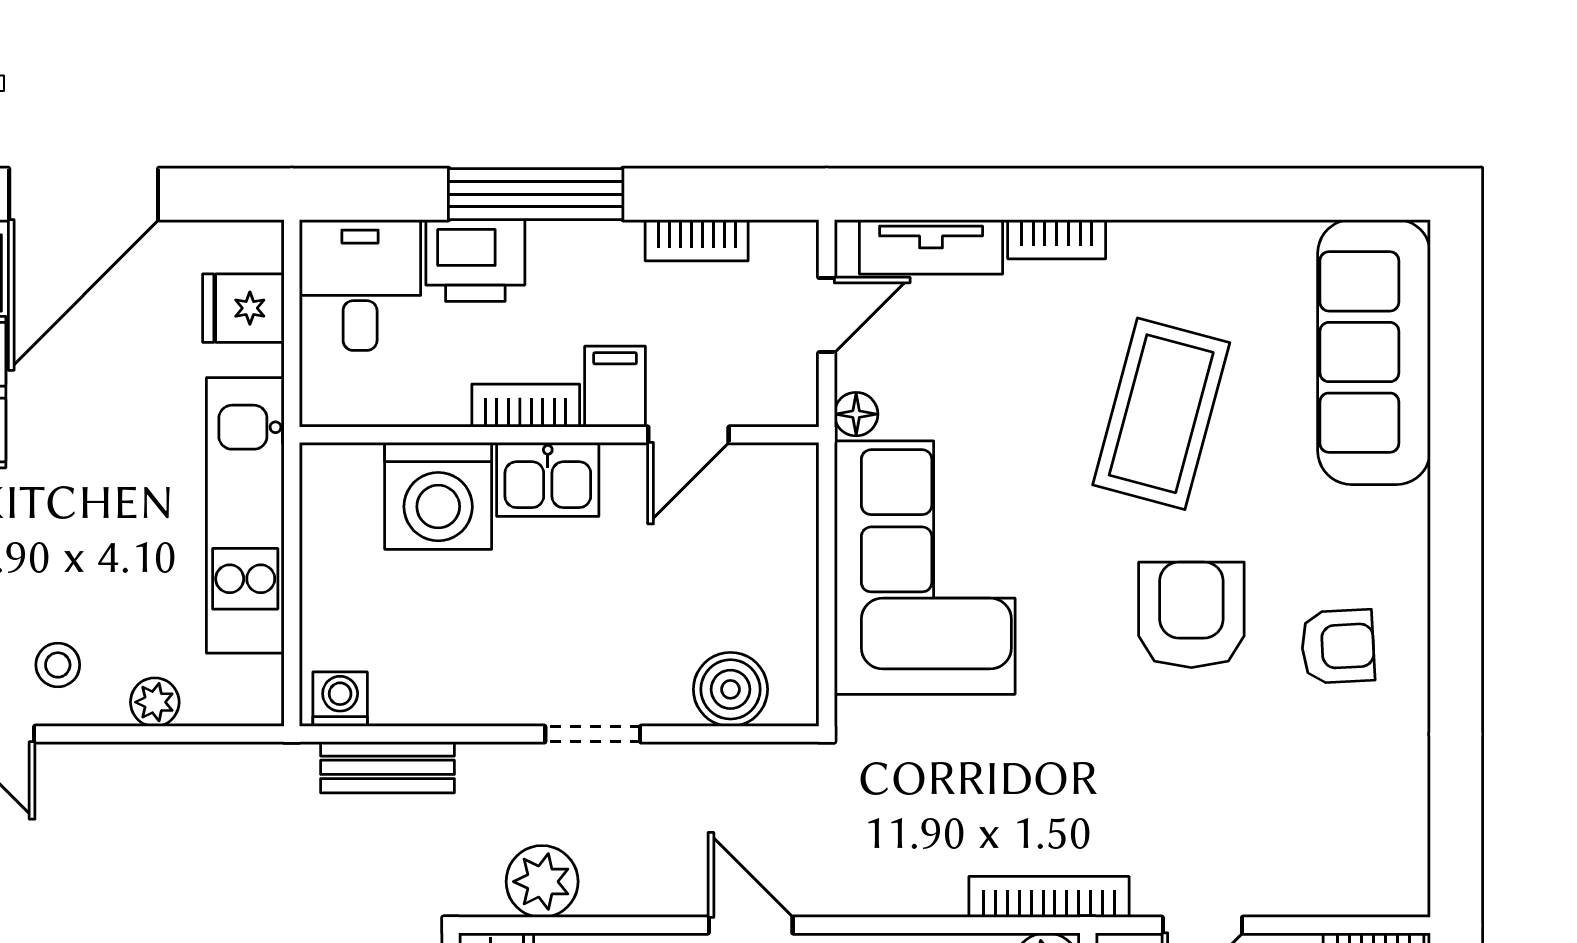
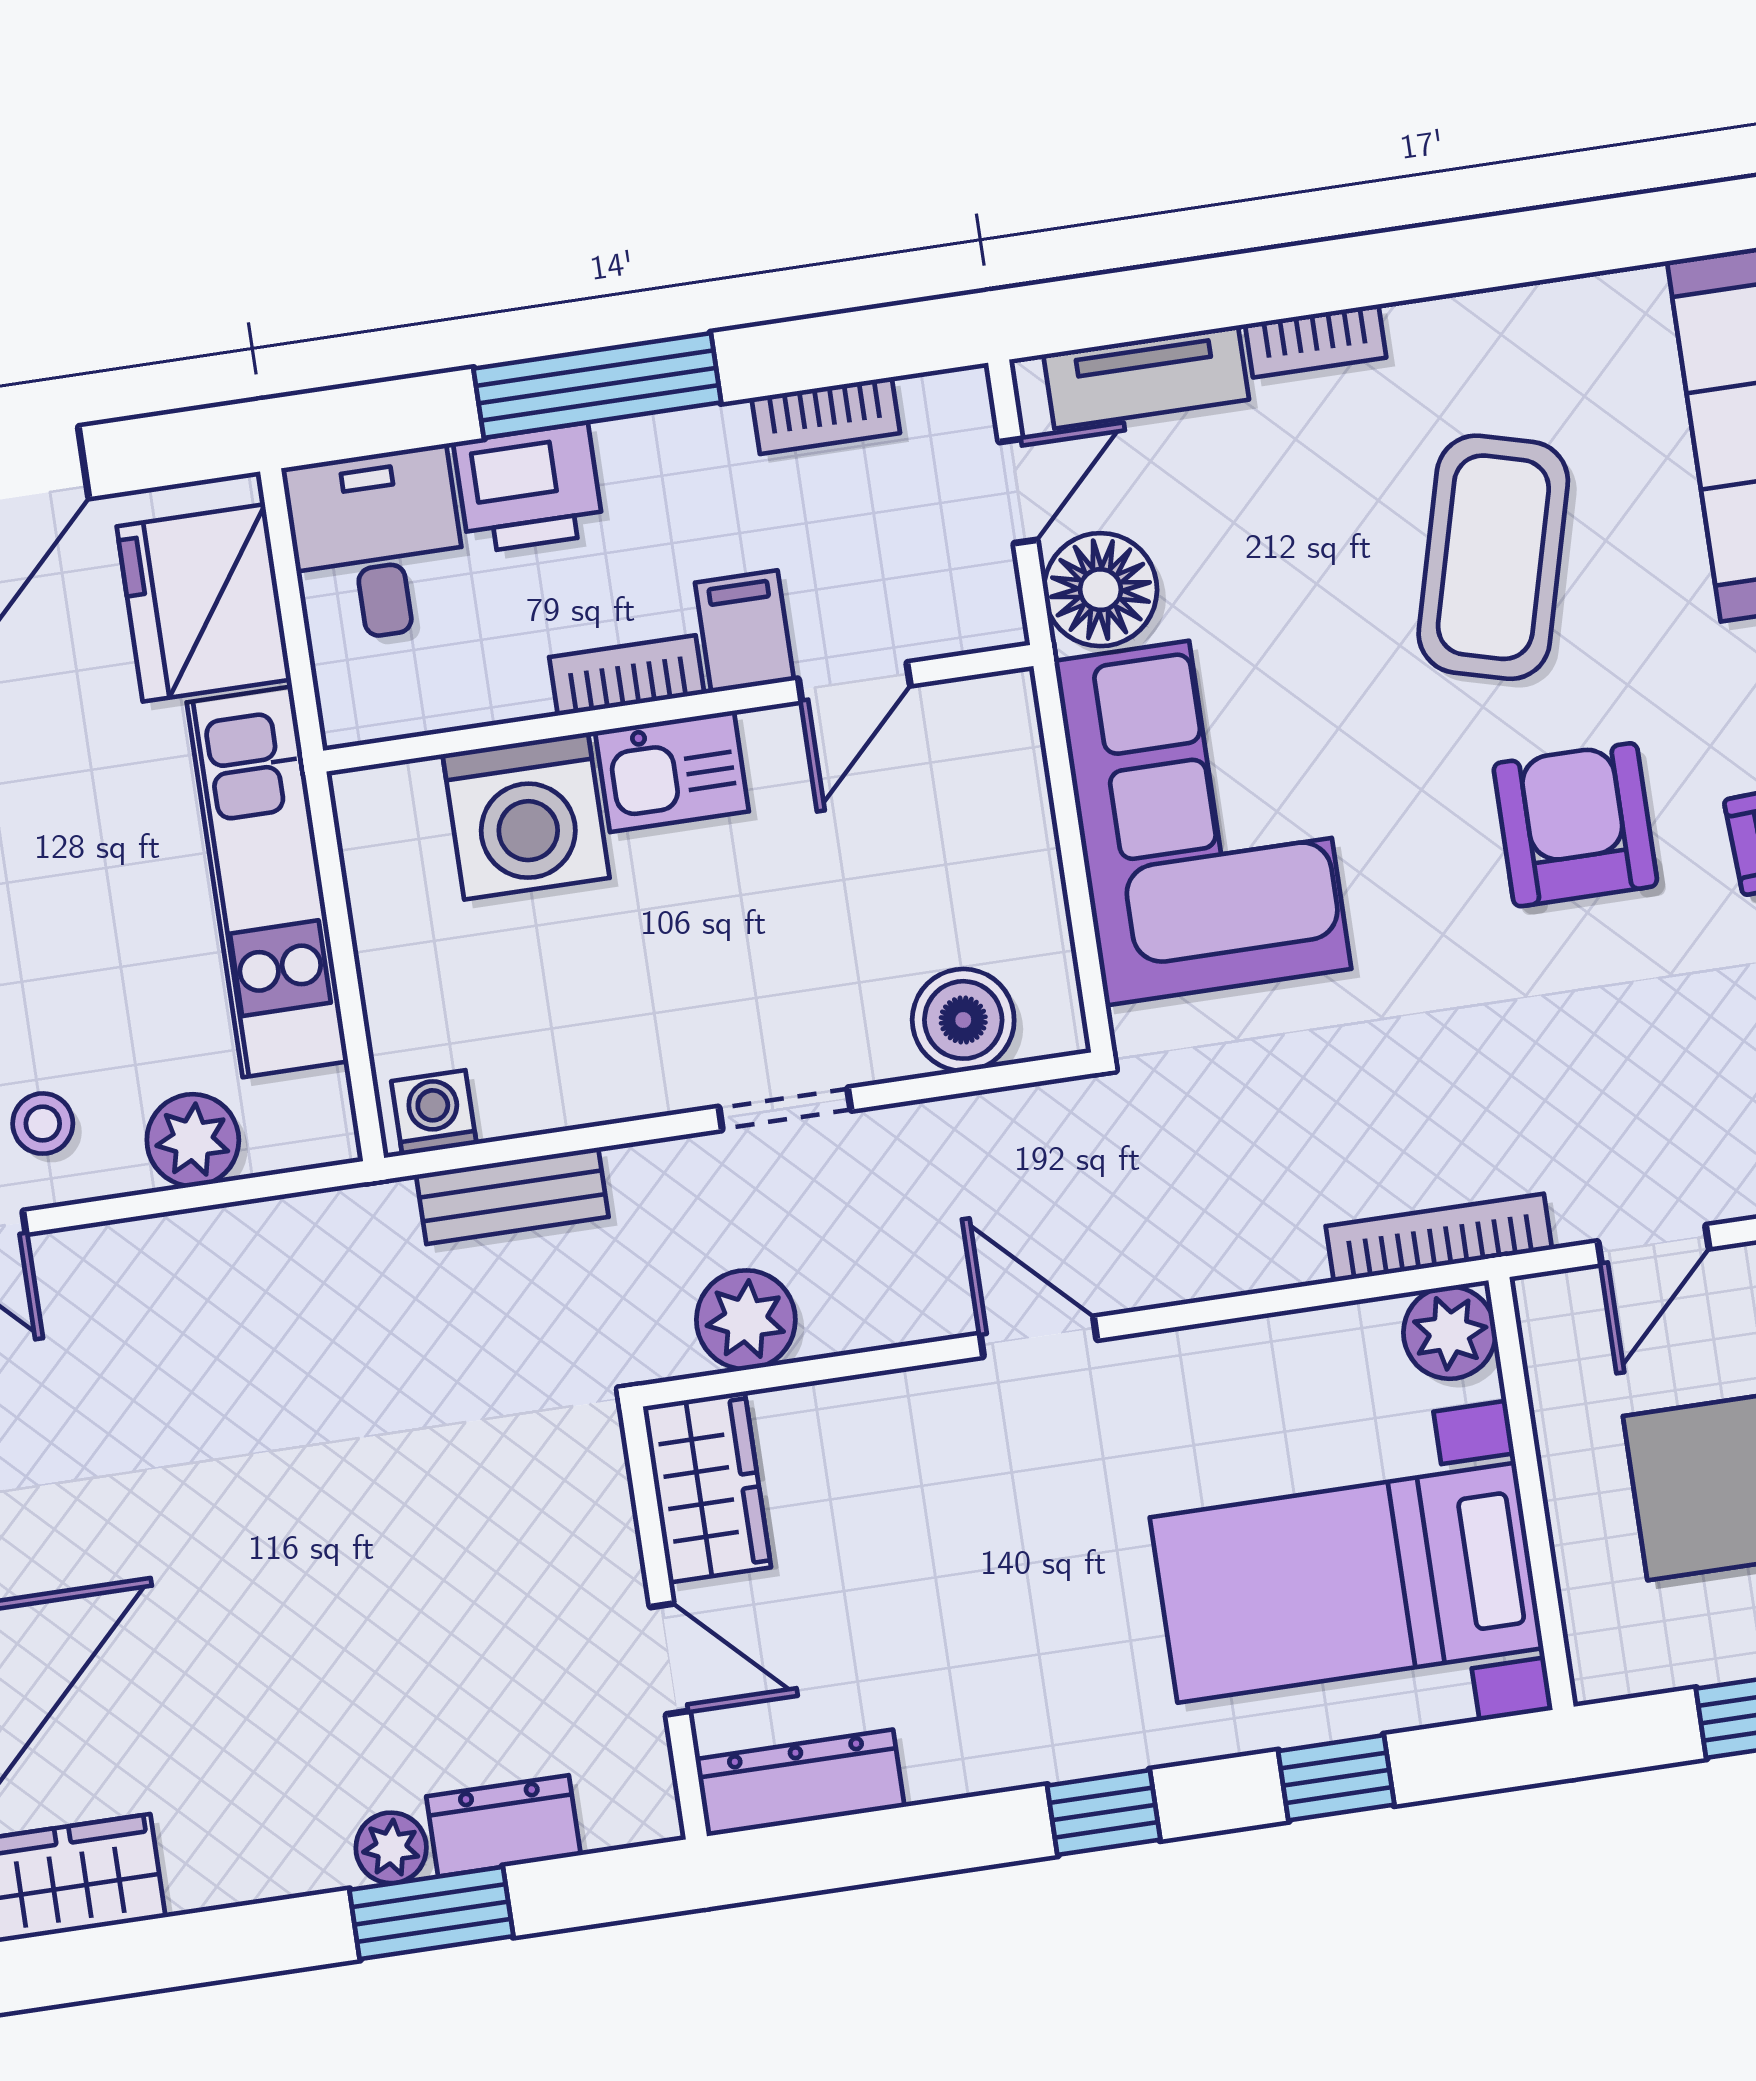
fridge: (243, 308) -> (204, 603), width x1.88, depth x1.34
floor lamp: (856, 414) -> (1100, 590), width x1.89, depth x1.89
plant: (155, 702) -> (193, 1140), width x1.38, depth x1.38

